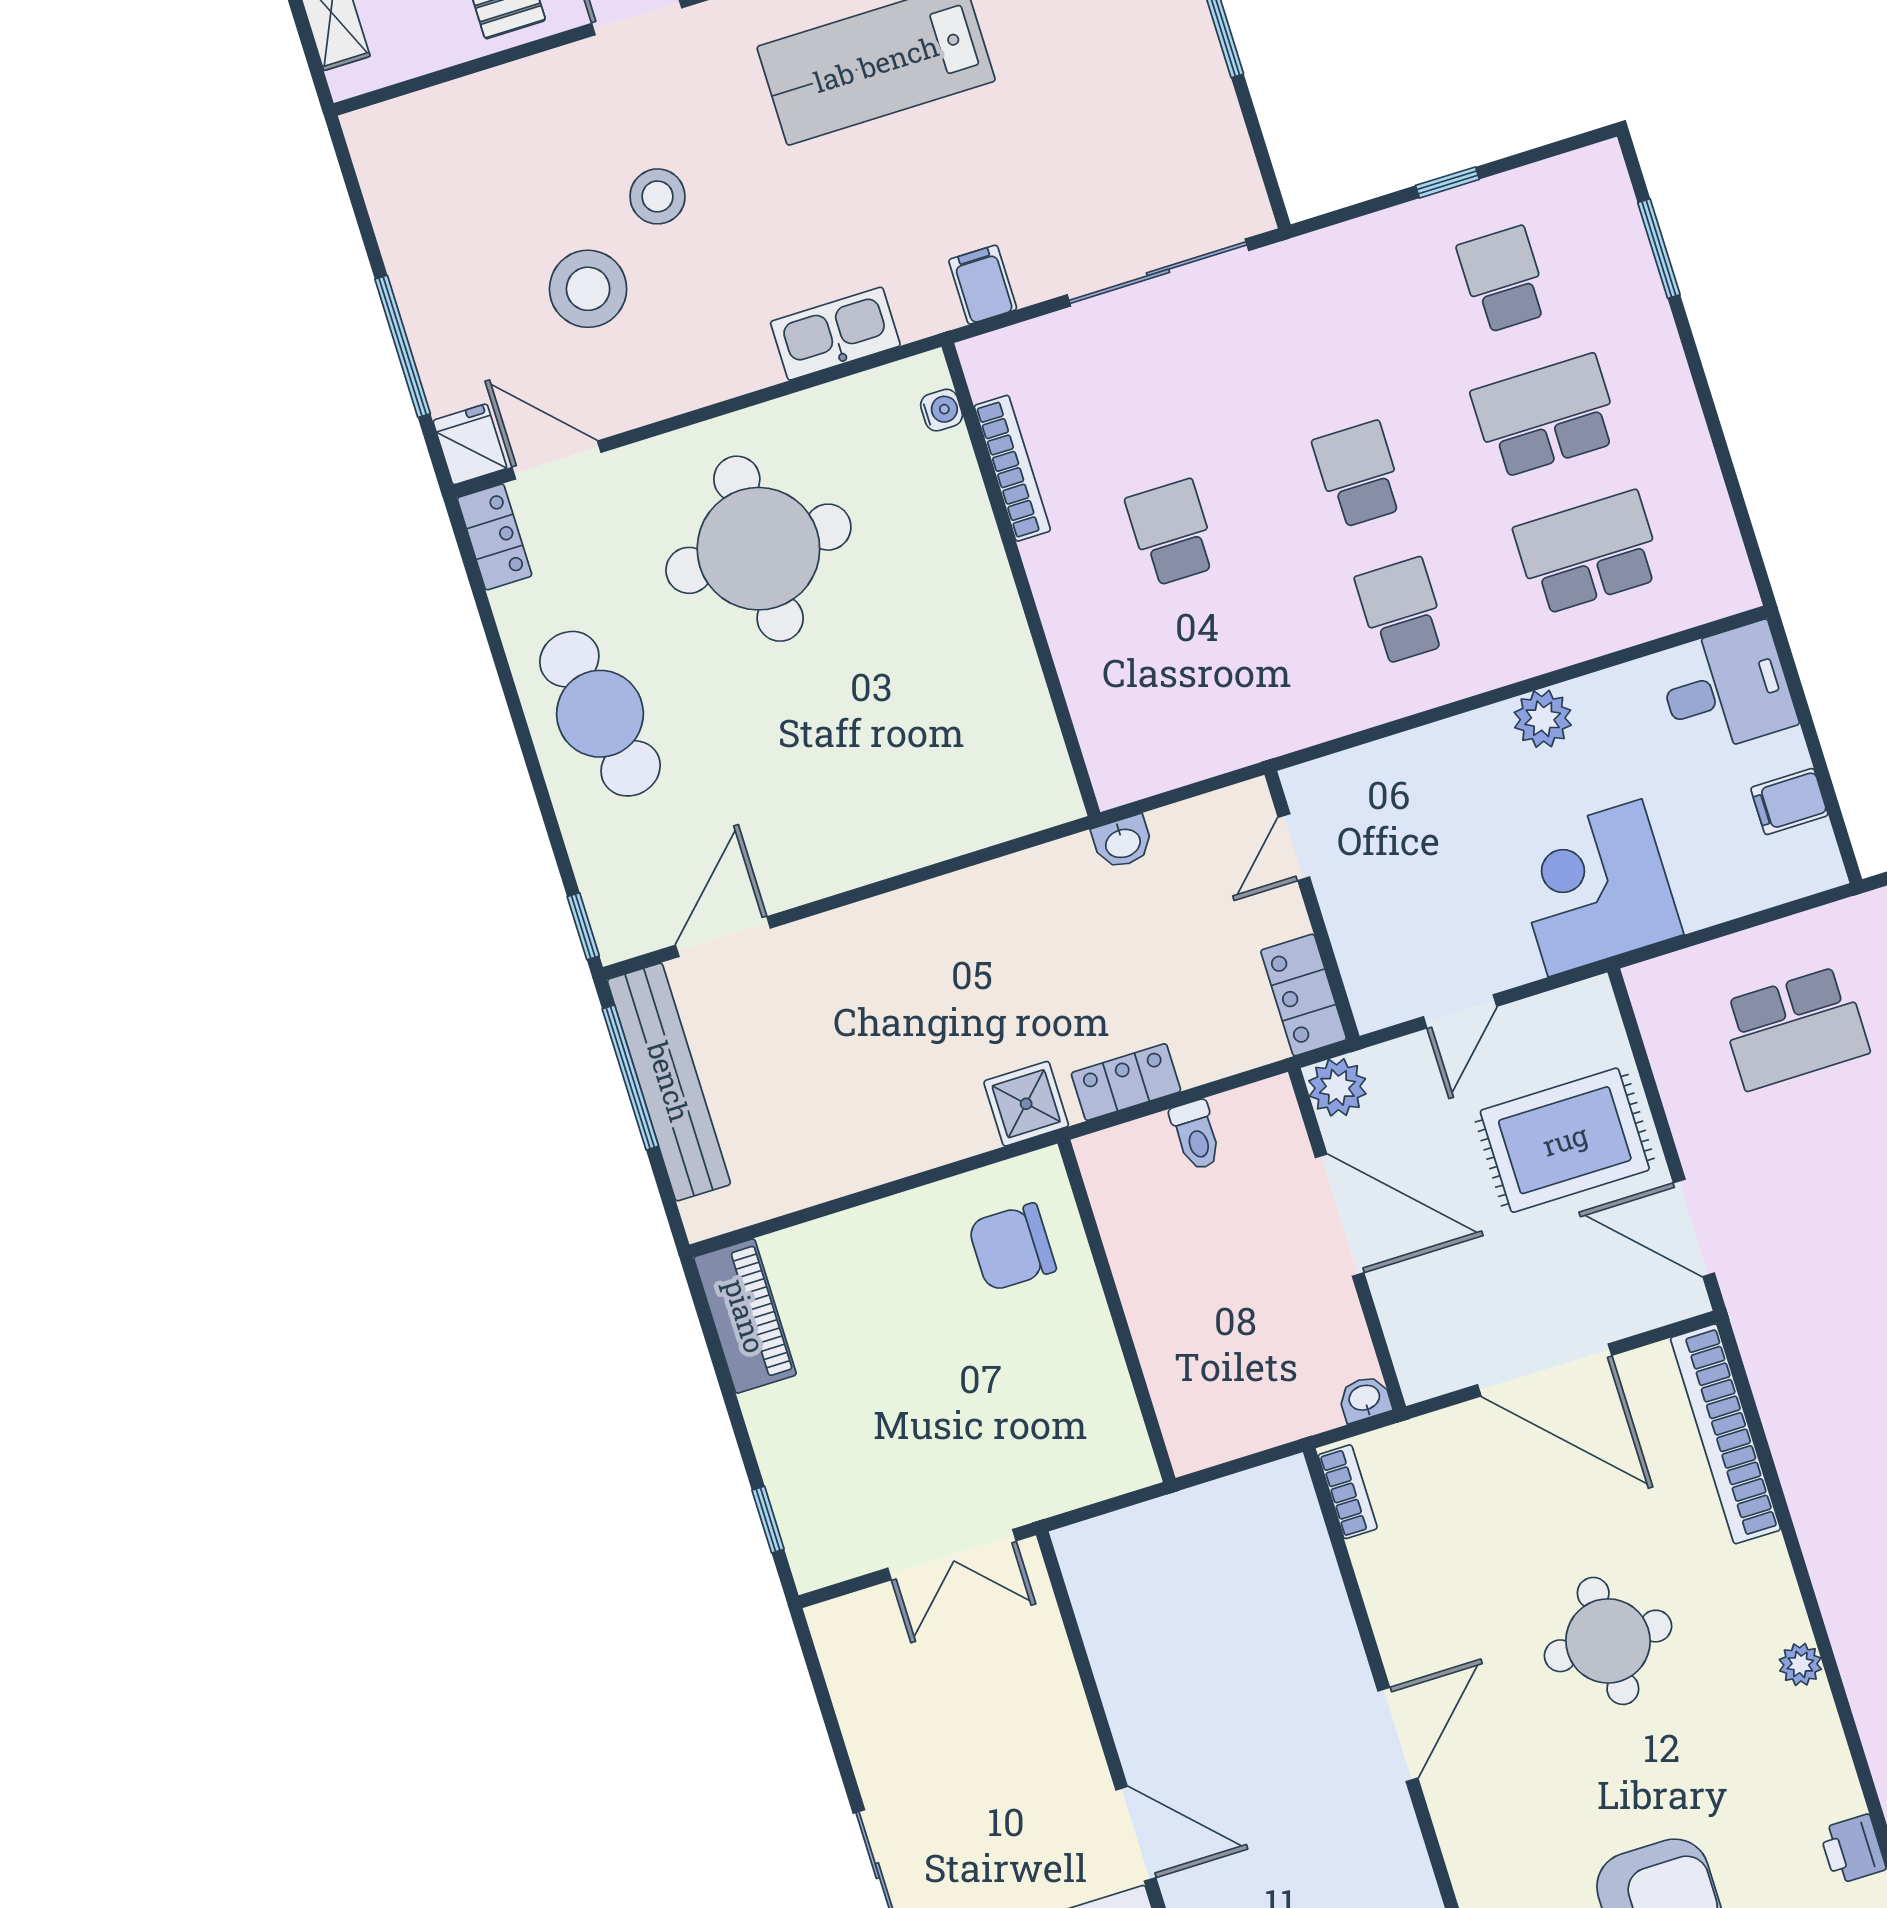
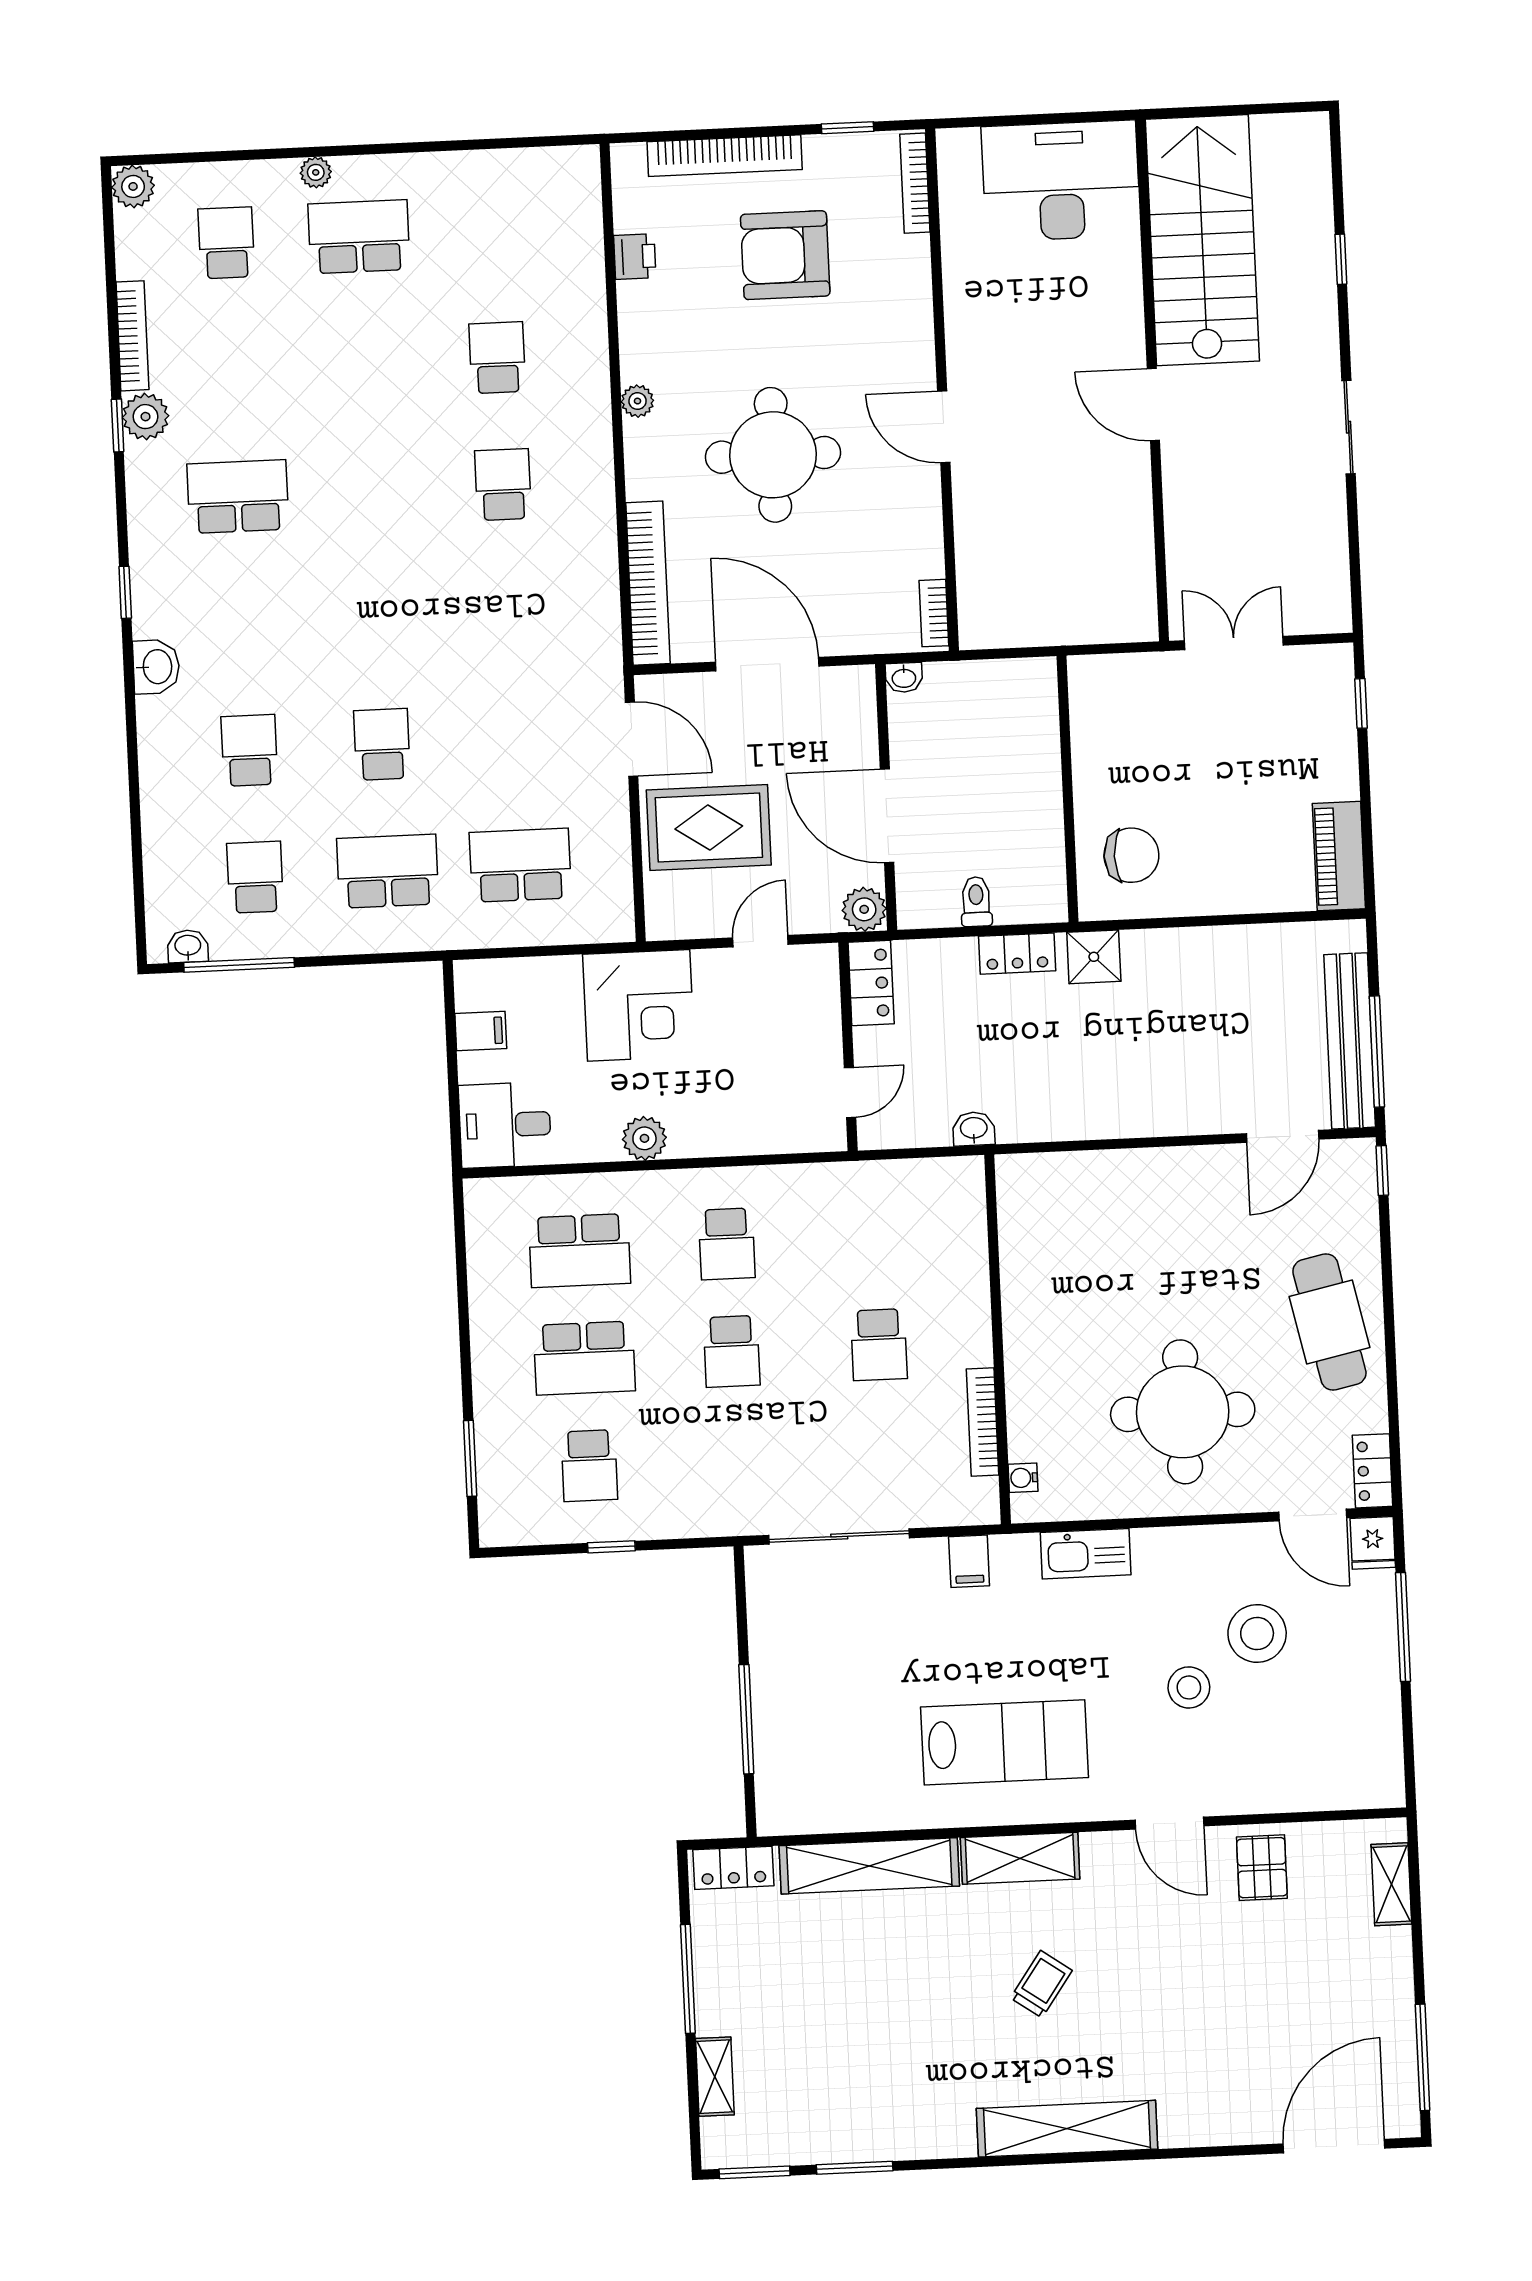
round table: (1608, 1641) -> (773, 455), width x1.36, depth x1.36
door: (1398, 1734) -> (944, 427), hinge flipped

